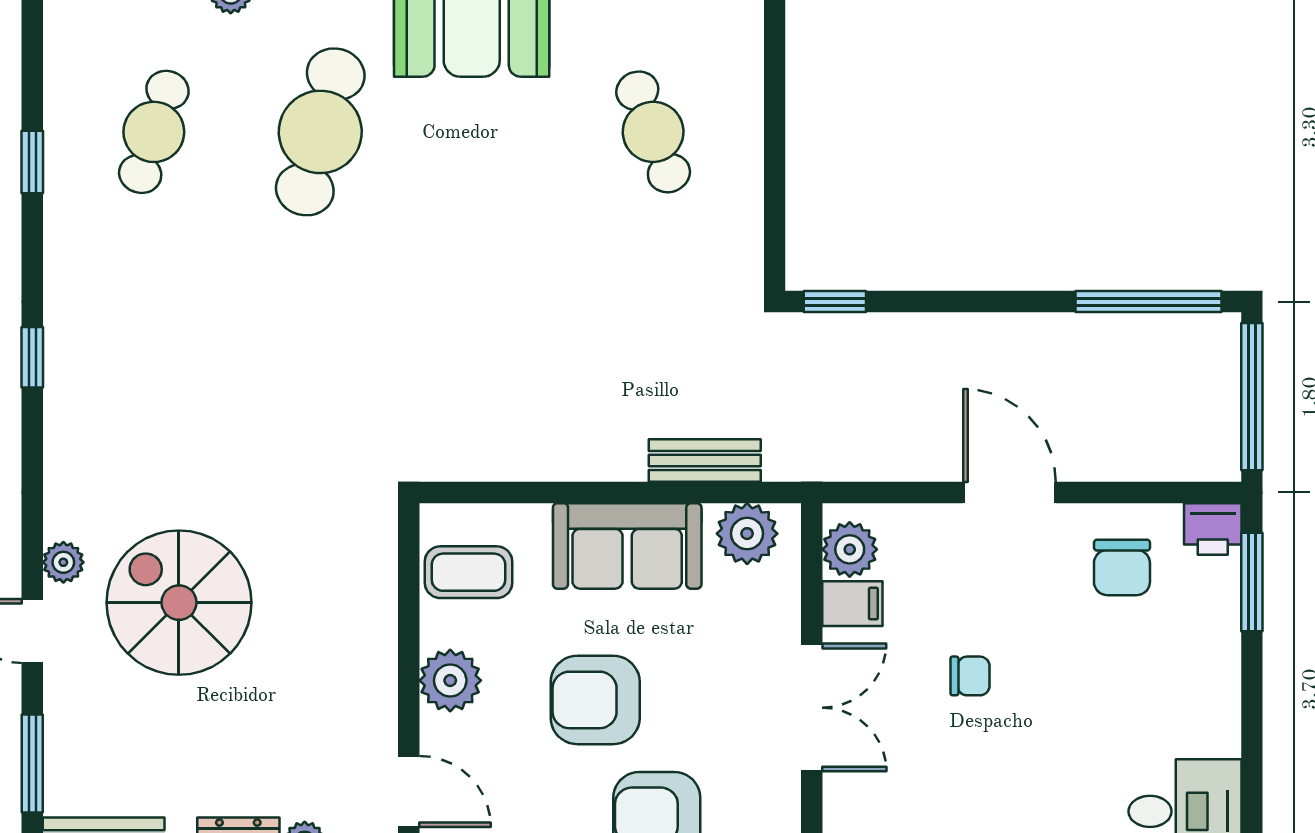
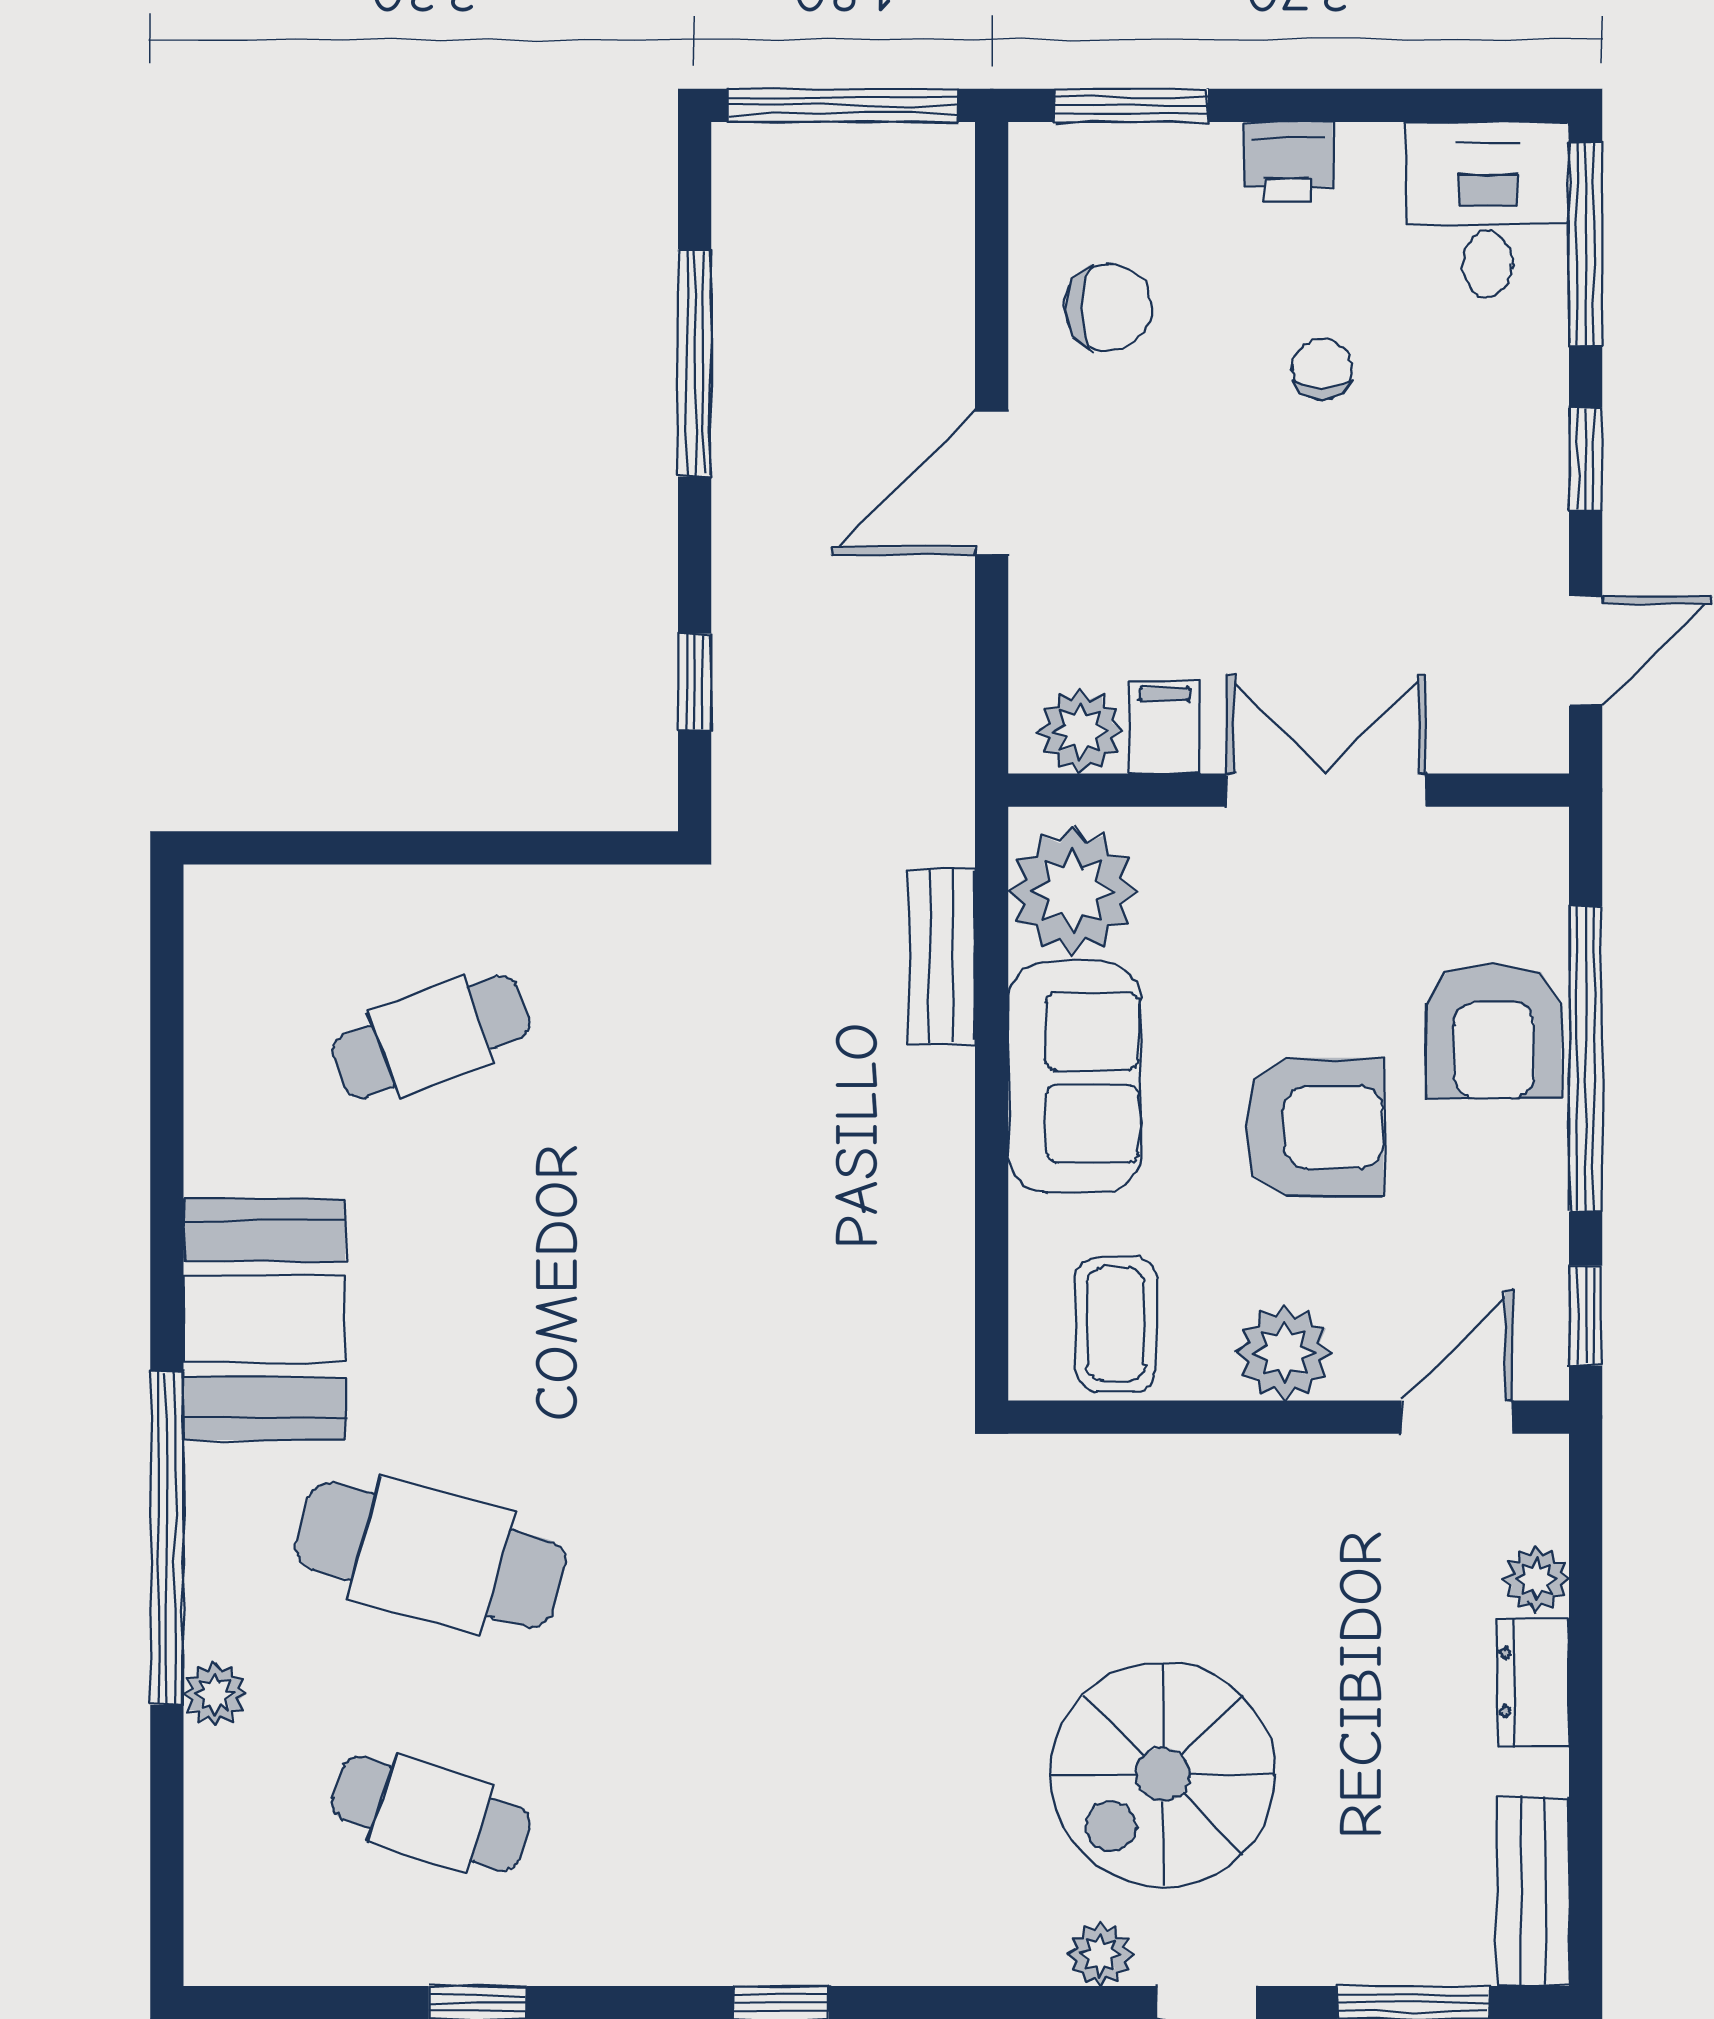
window: (835, 302) -> (695, 682), moved
window: (1149, 302) -> (695, 363), moved
printer: (1213, 529) -> (1288, 162), moved, turned 90
plant: (747, 534) -> (1073, 891), width x1.36, depth x1.36
chair: (970, 676) -> (1322, 369), moved
armchair: (595, 700) -> (1314, 1127), turned -90

